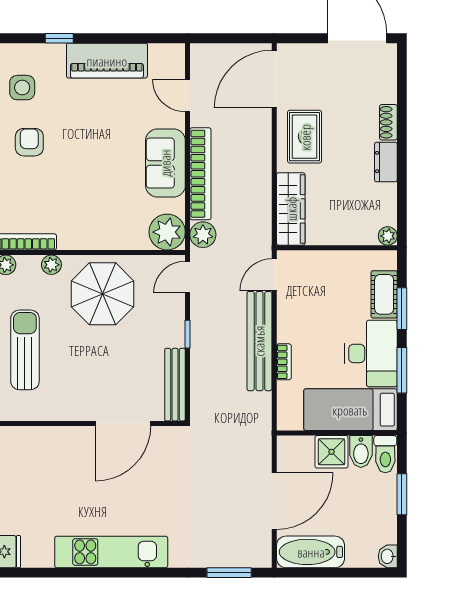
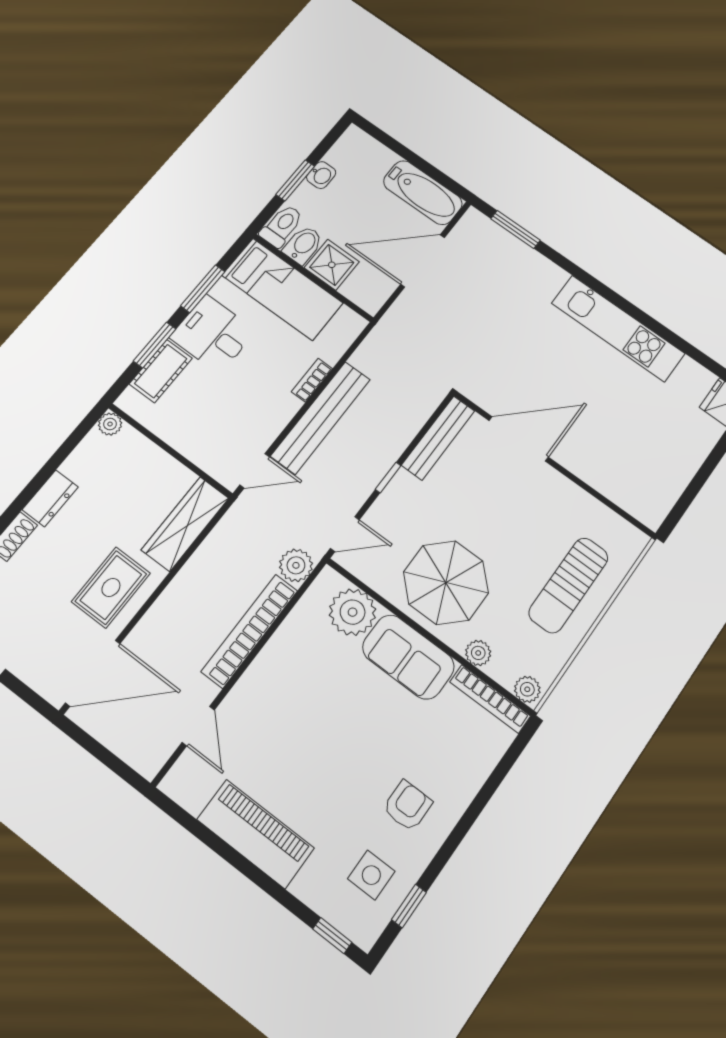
window: (59, 38) -> (332, 936), moved
armchair: (29, 142) -> (407, 806), turned 180
sofa: (165, 163) -> (408, 657), moved, turned 90
plant: (167, 232) -> (353, 612), moved
desk: (371, 353) -> (213, 334), width x0.73
washbasin: (388, 556) -> (321, 175), moved

